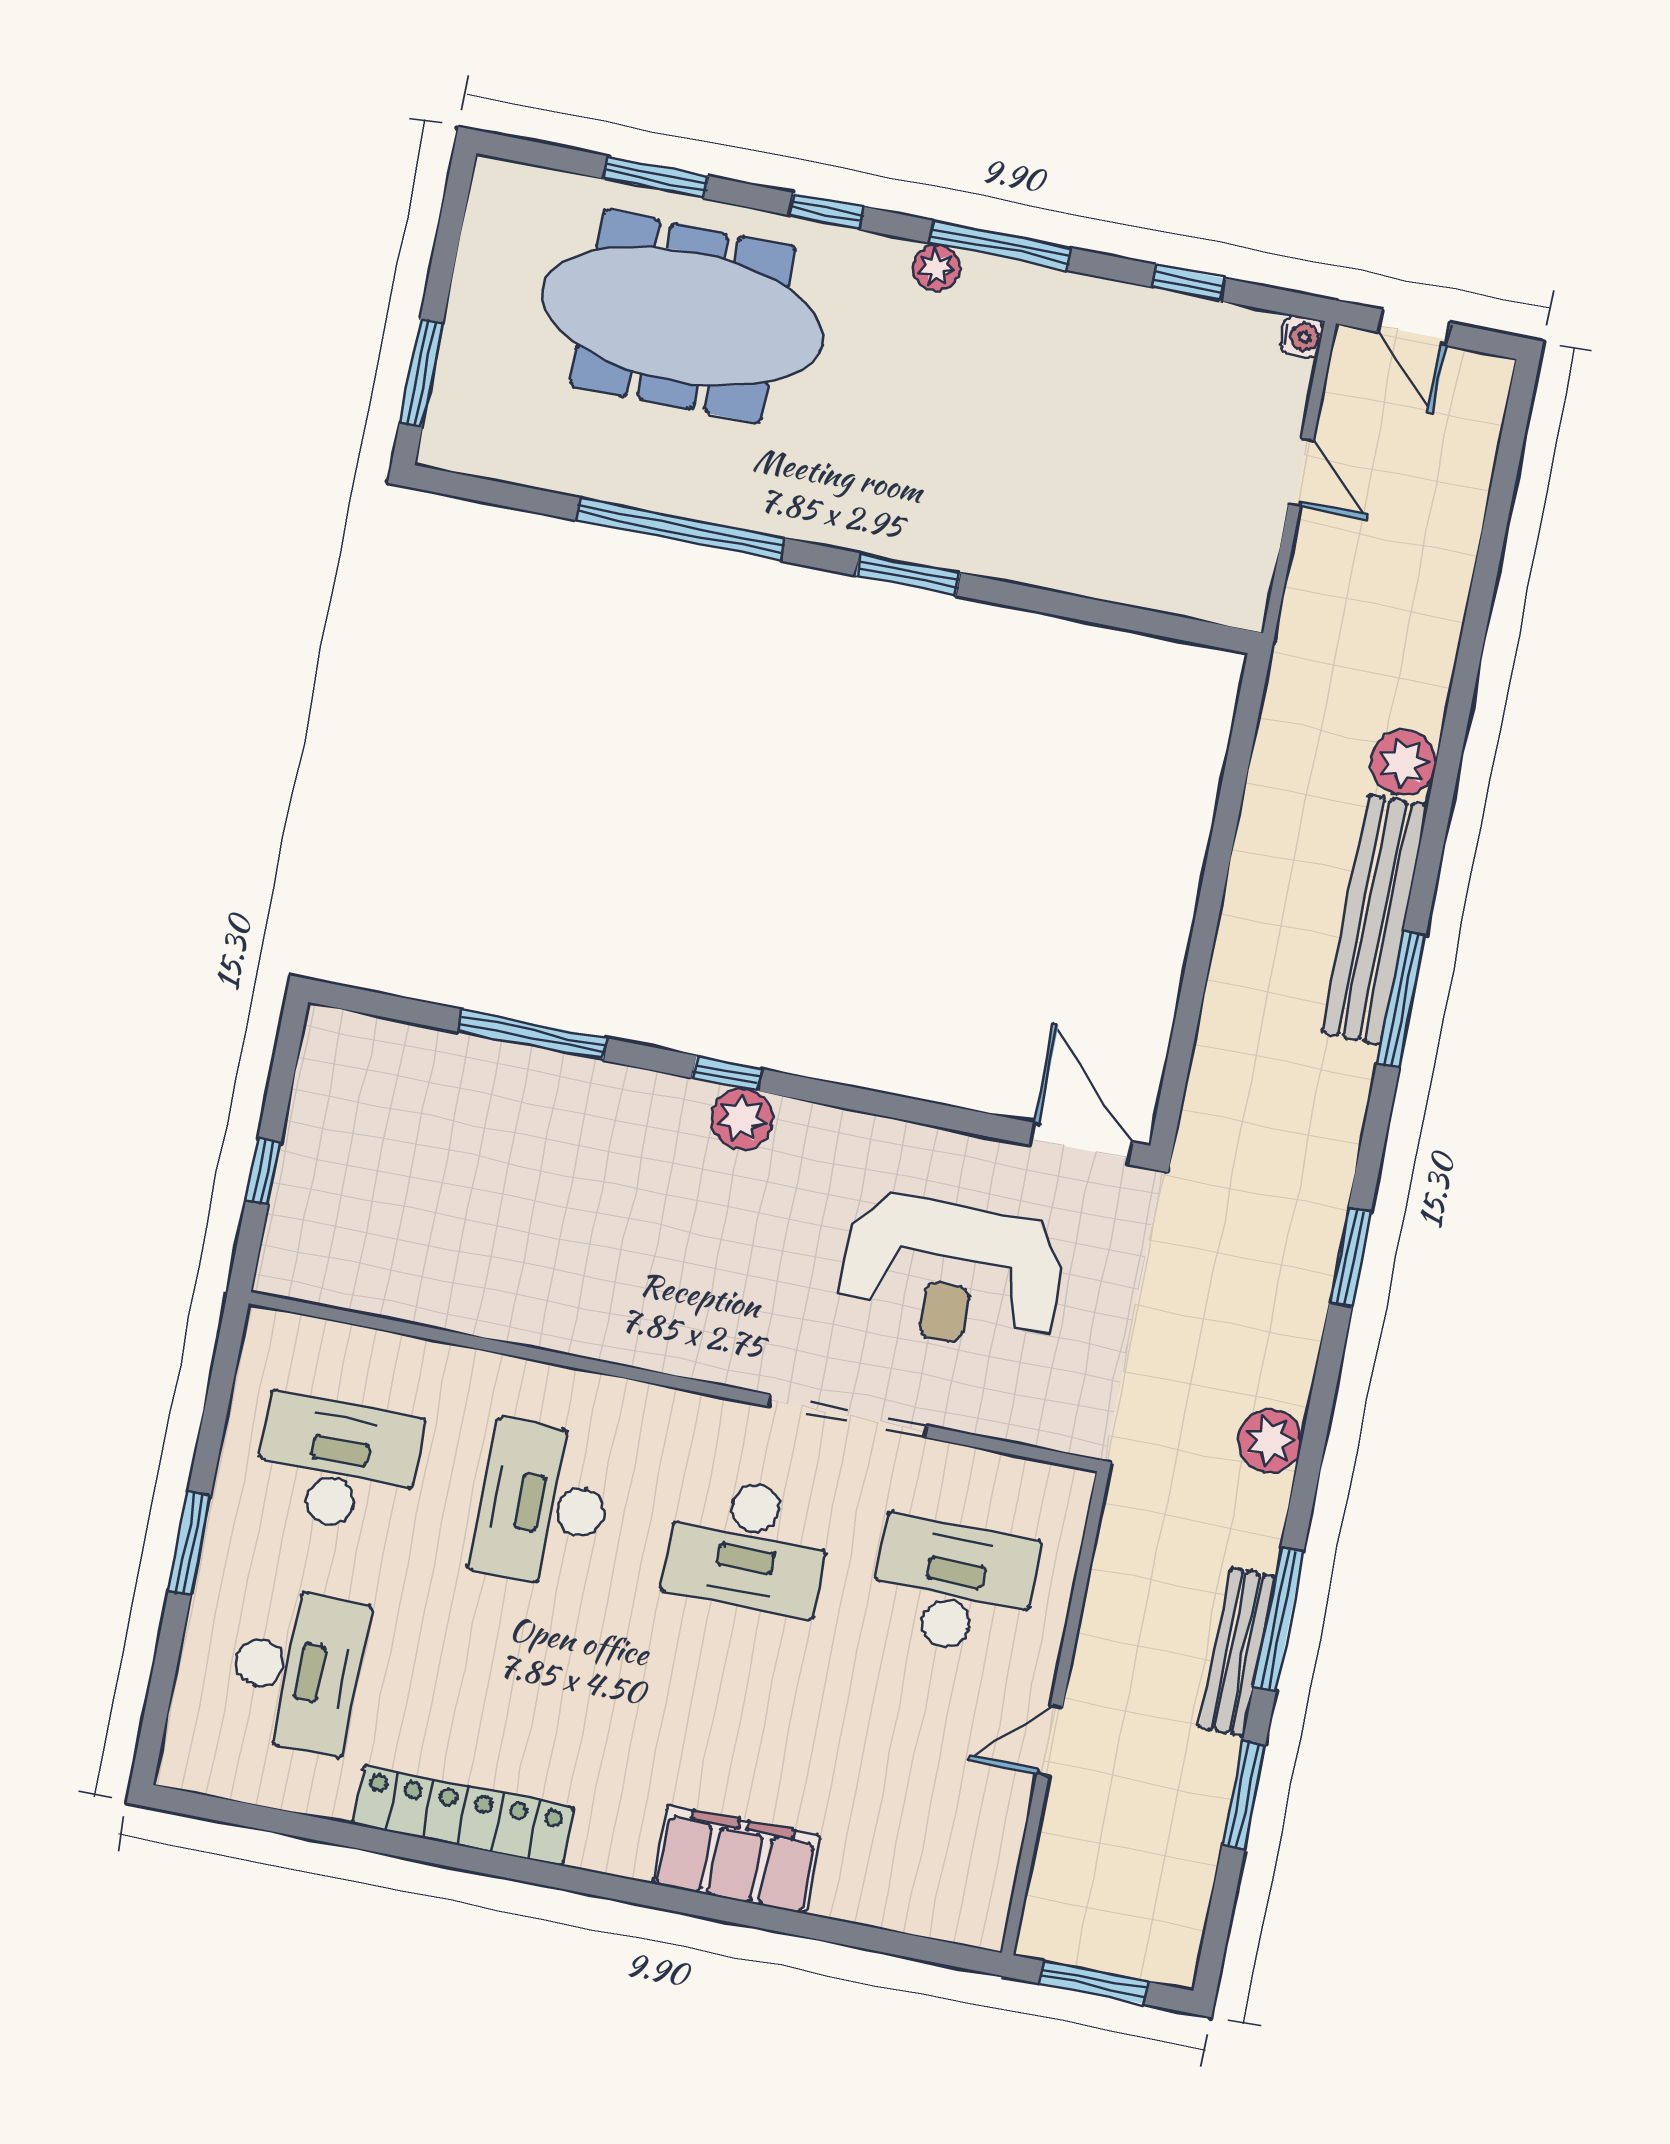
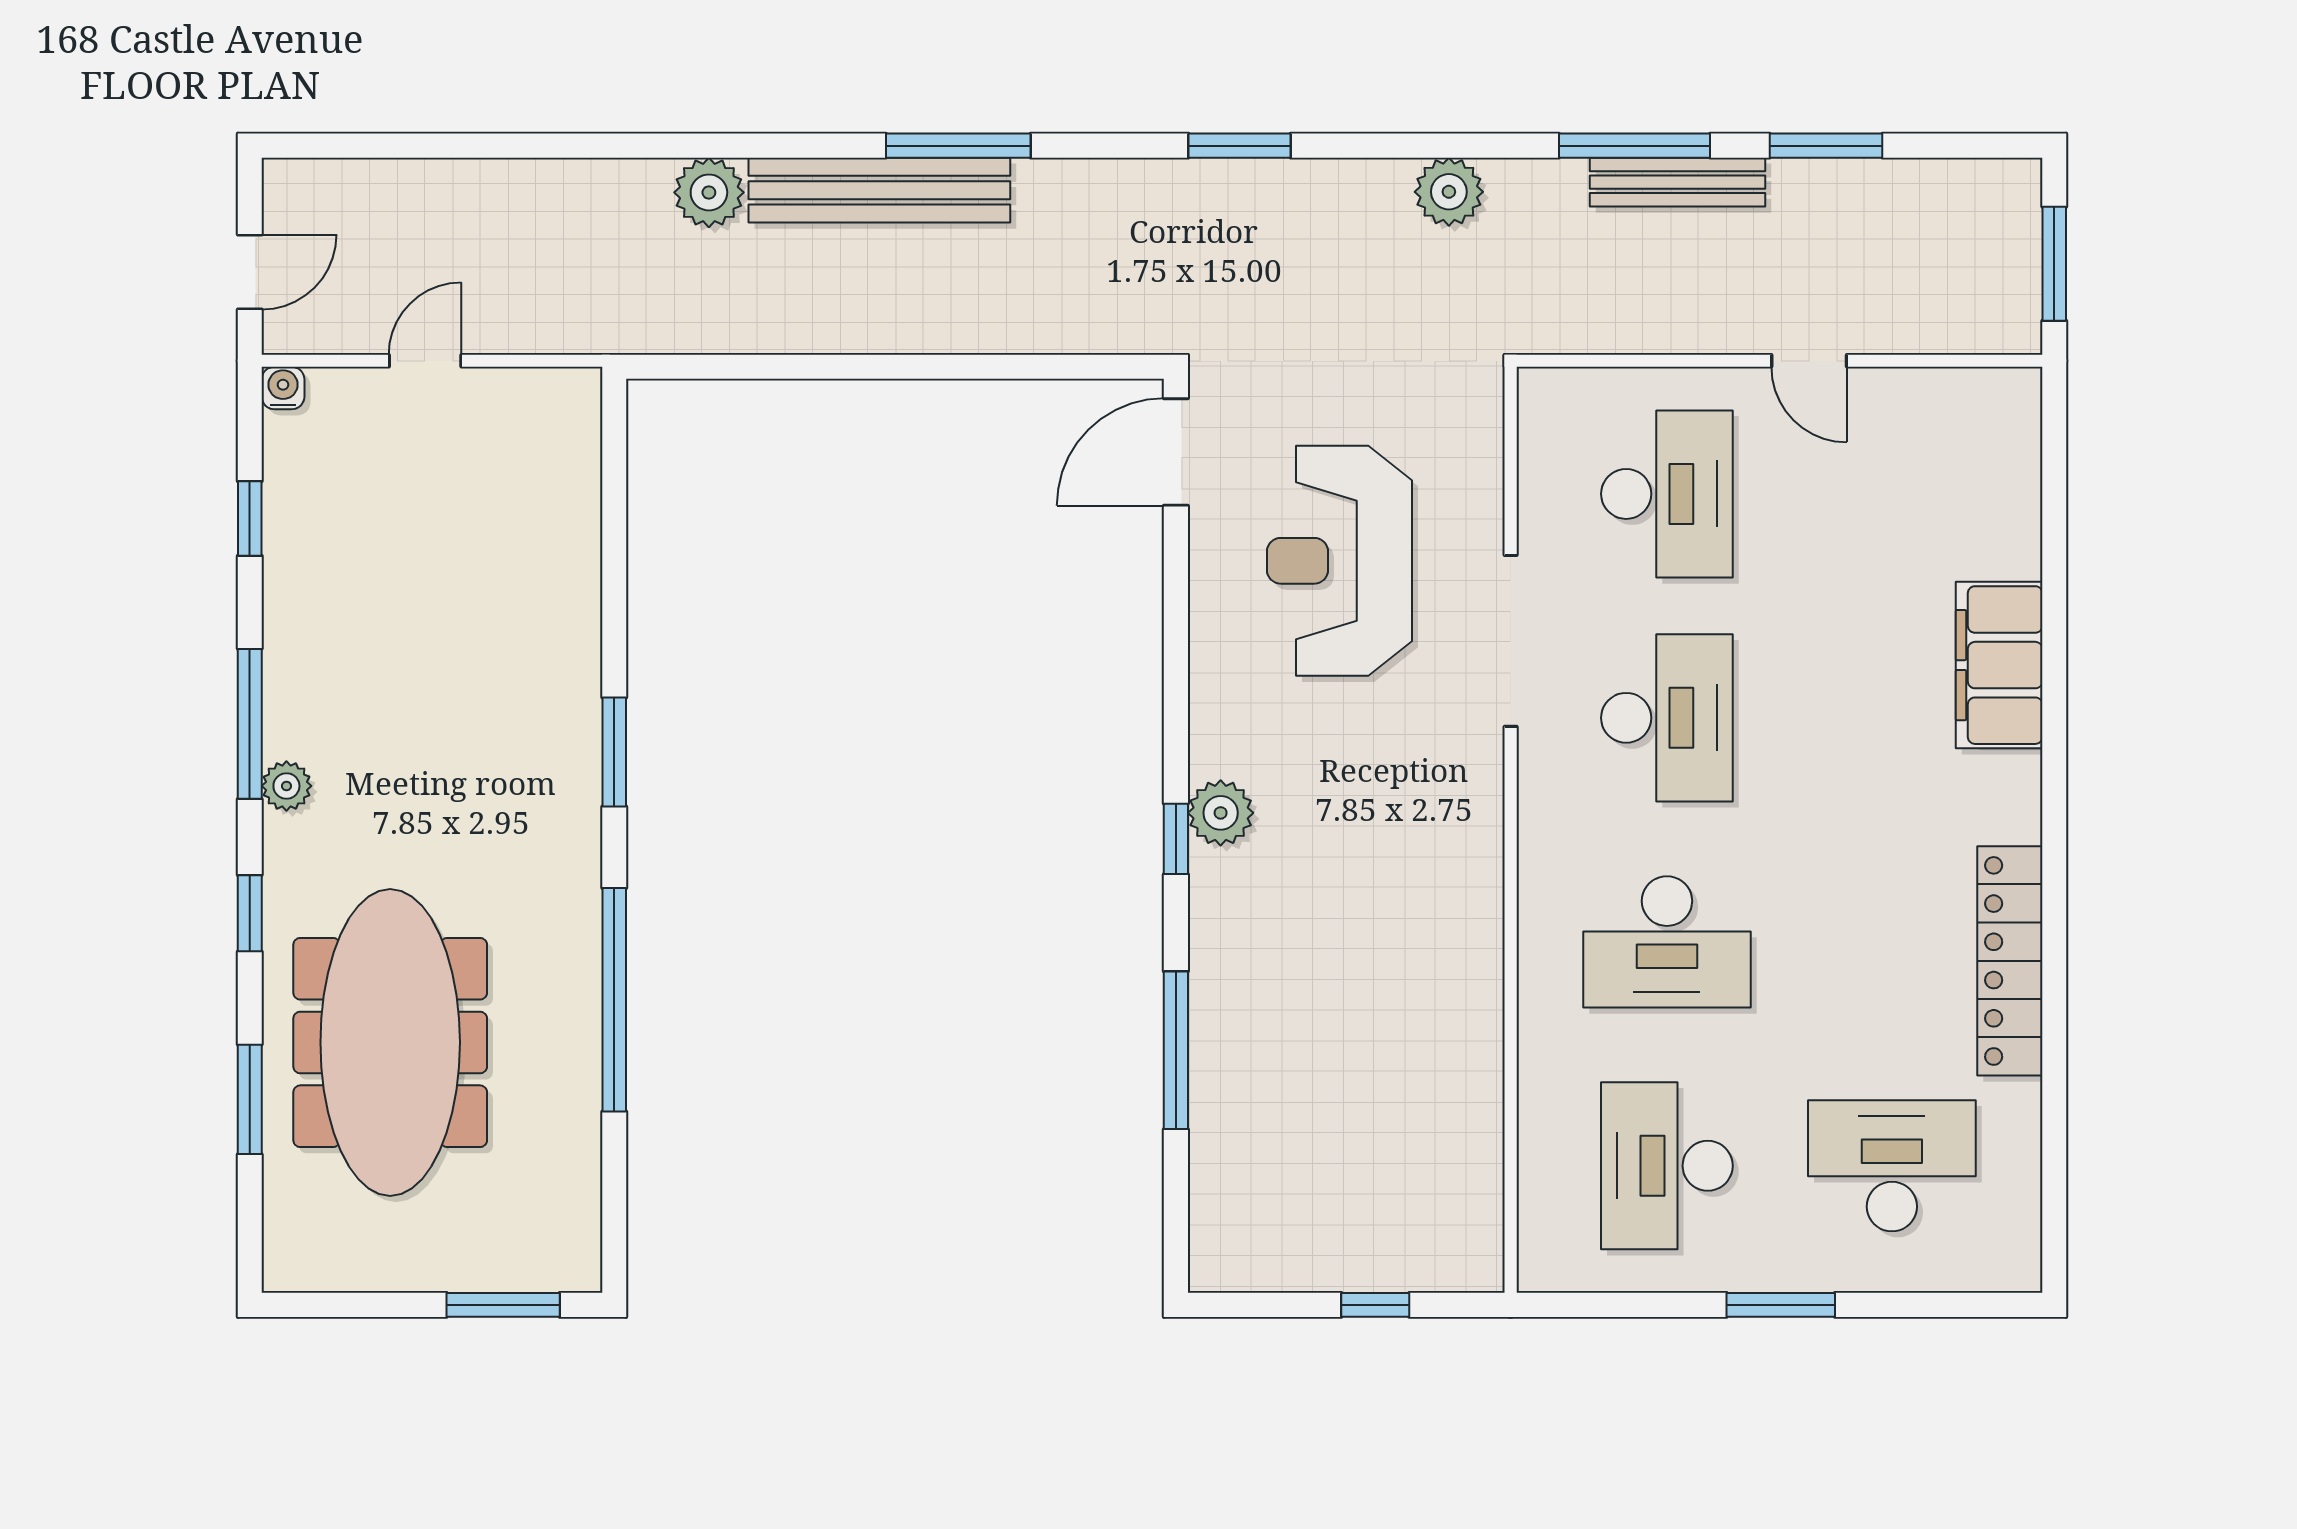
reception desk: (952, 1274) -> (1340, 561), turned 180
desk: (953, 1586) -> (1667, 494), turned 180

